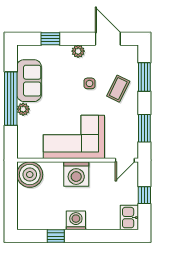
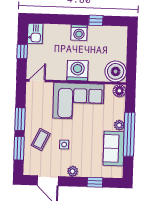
window: (144, 128) -> (20, 119), moved
floor lamp: (24, 151) -> (119, 91), added

